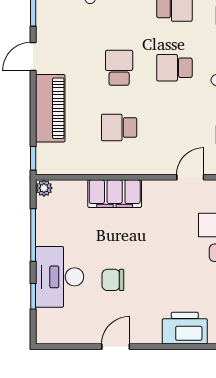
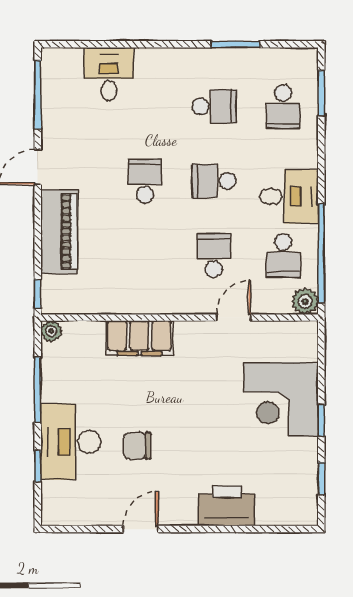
school desk: (119, 127) -> (214, 255), moved, turned 90

